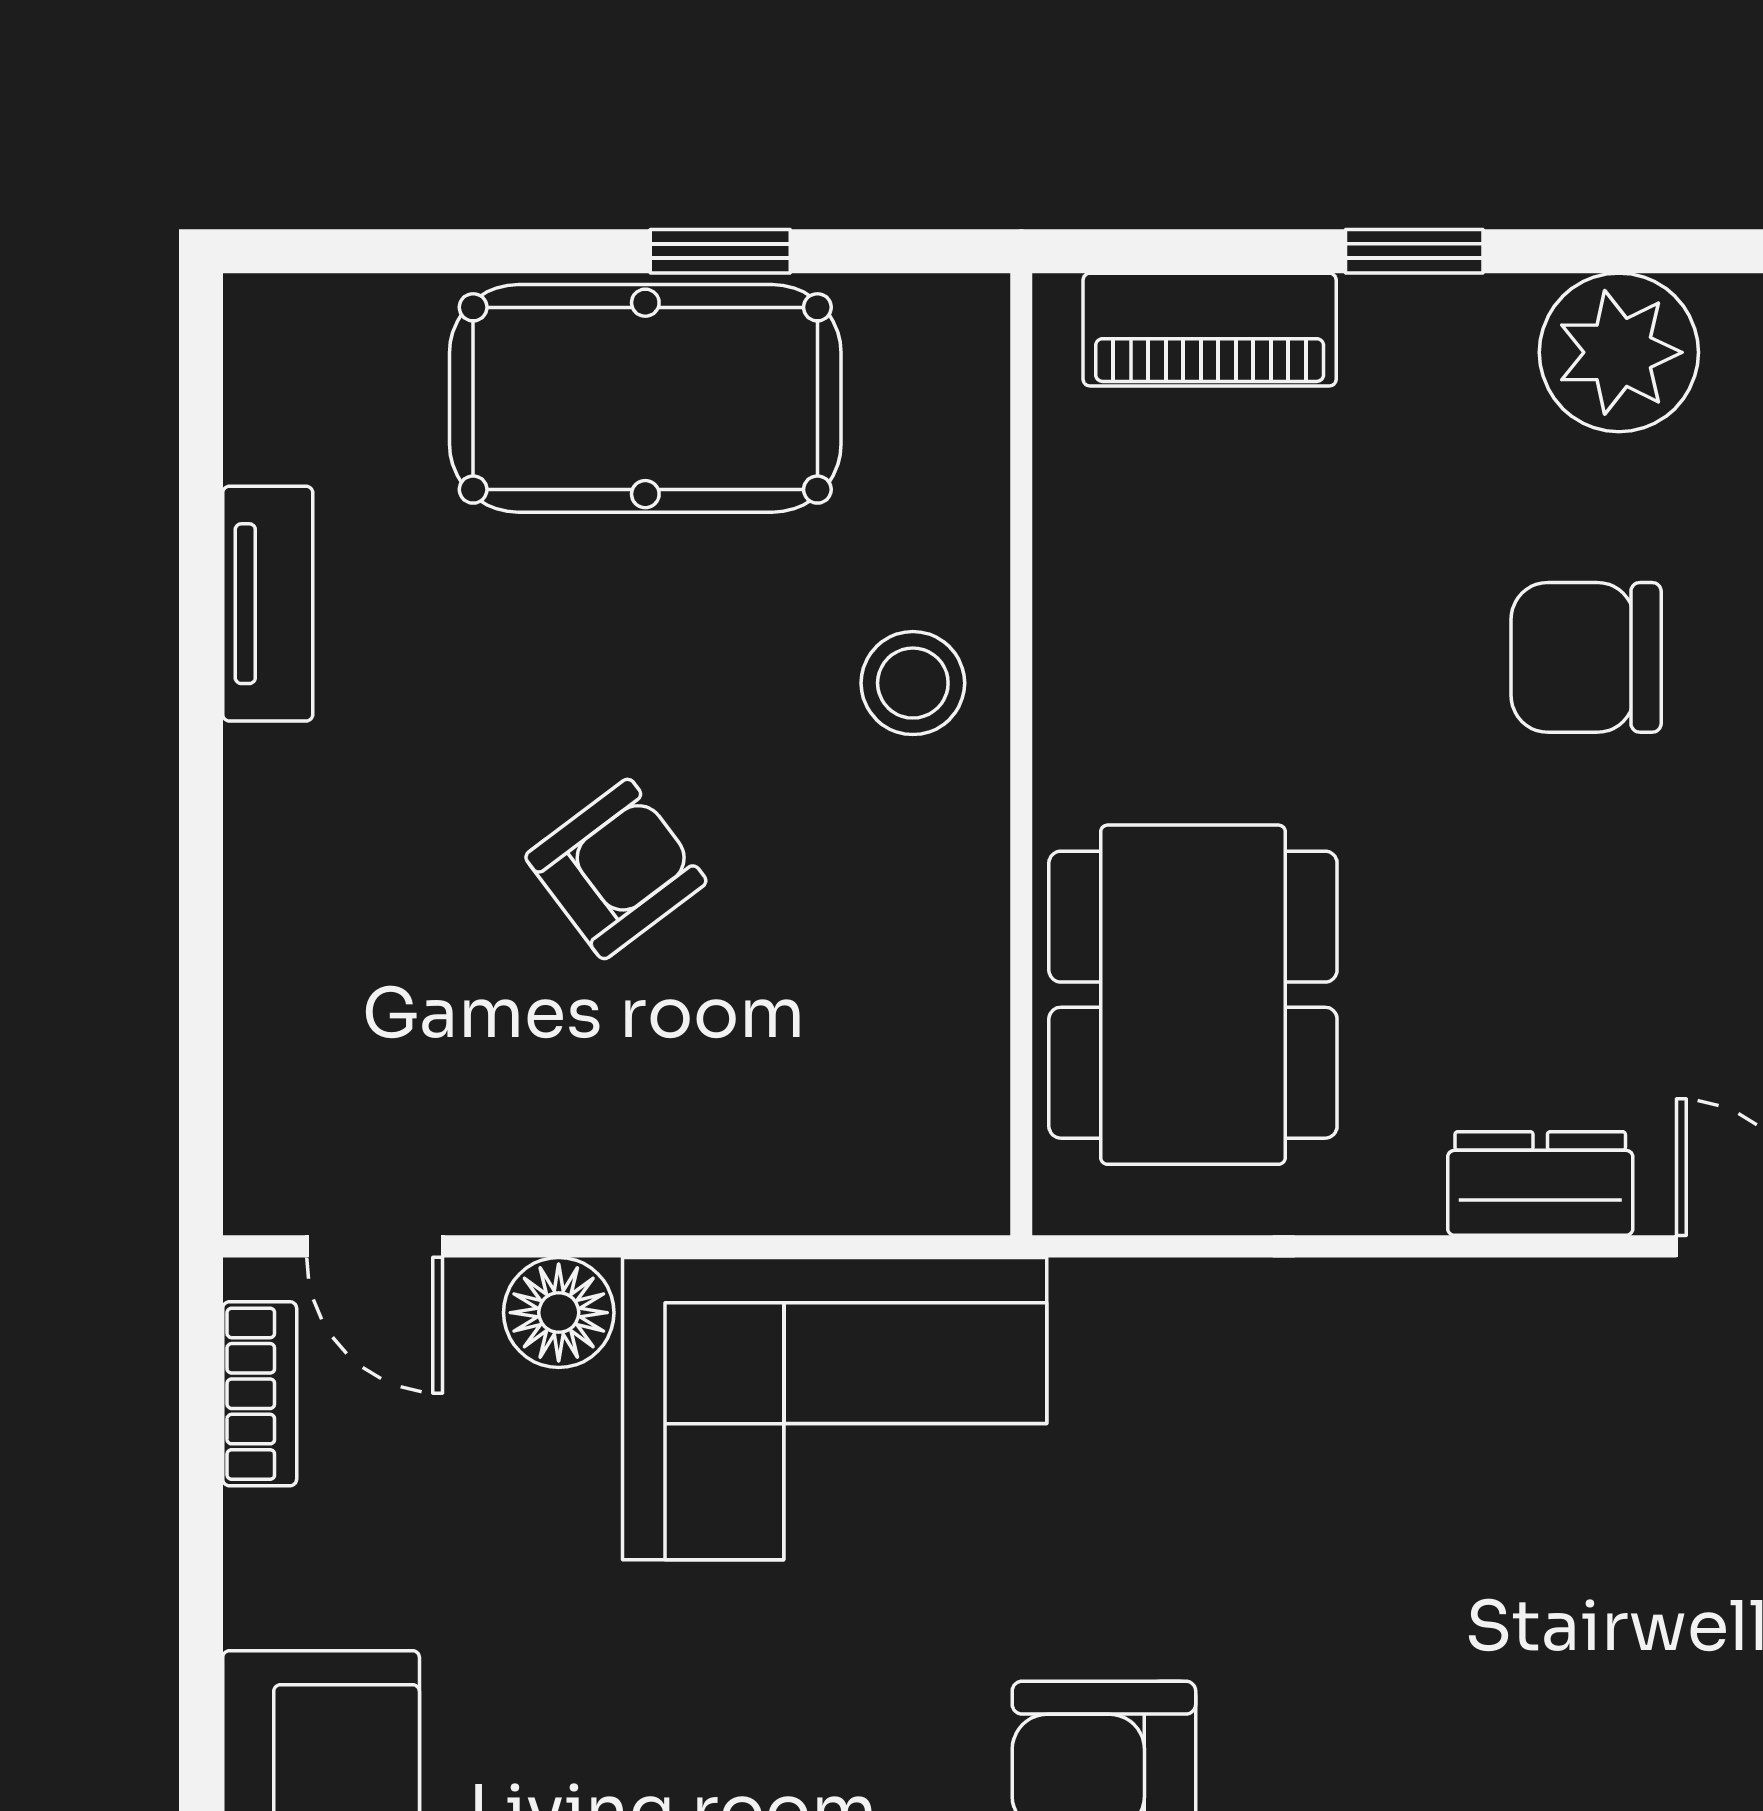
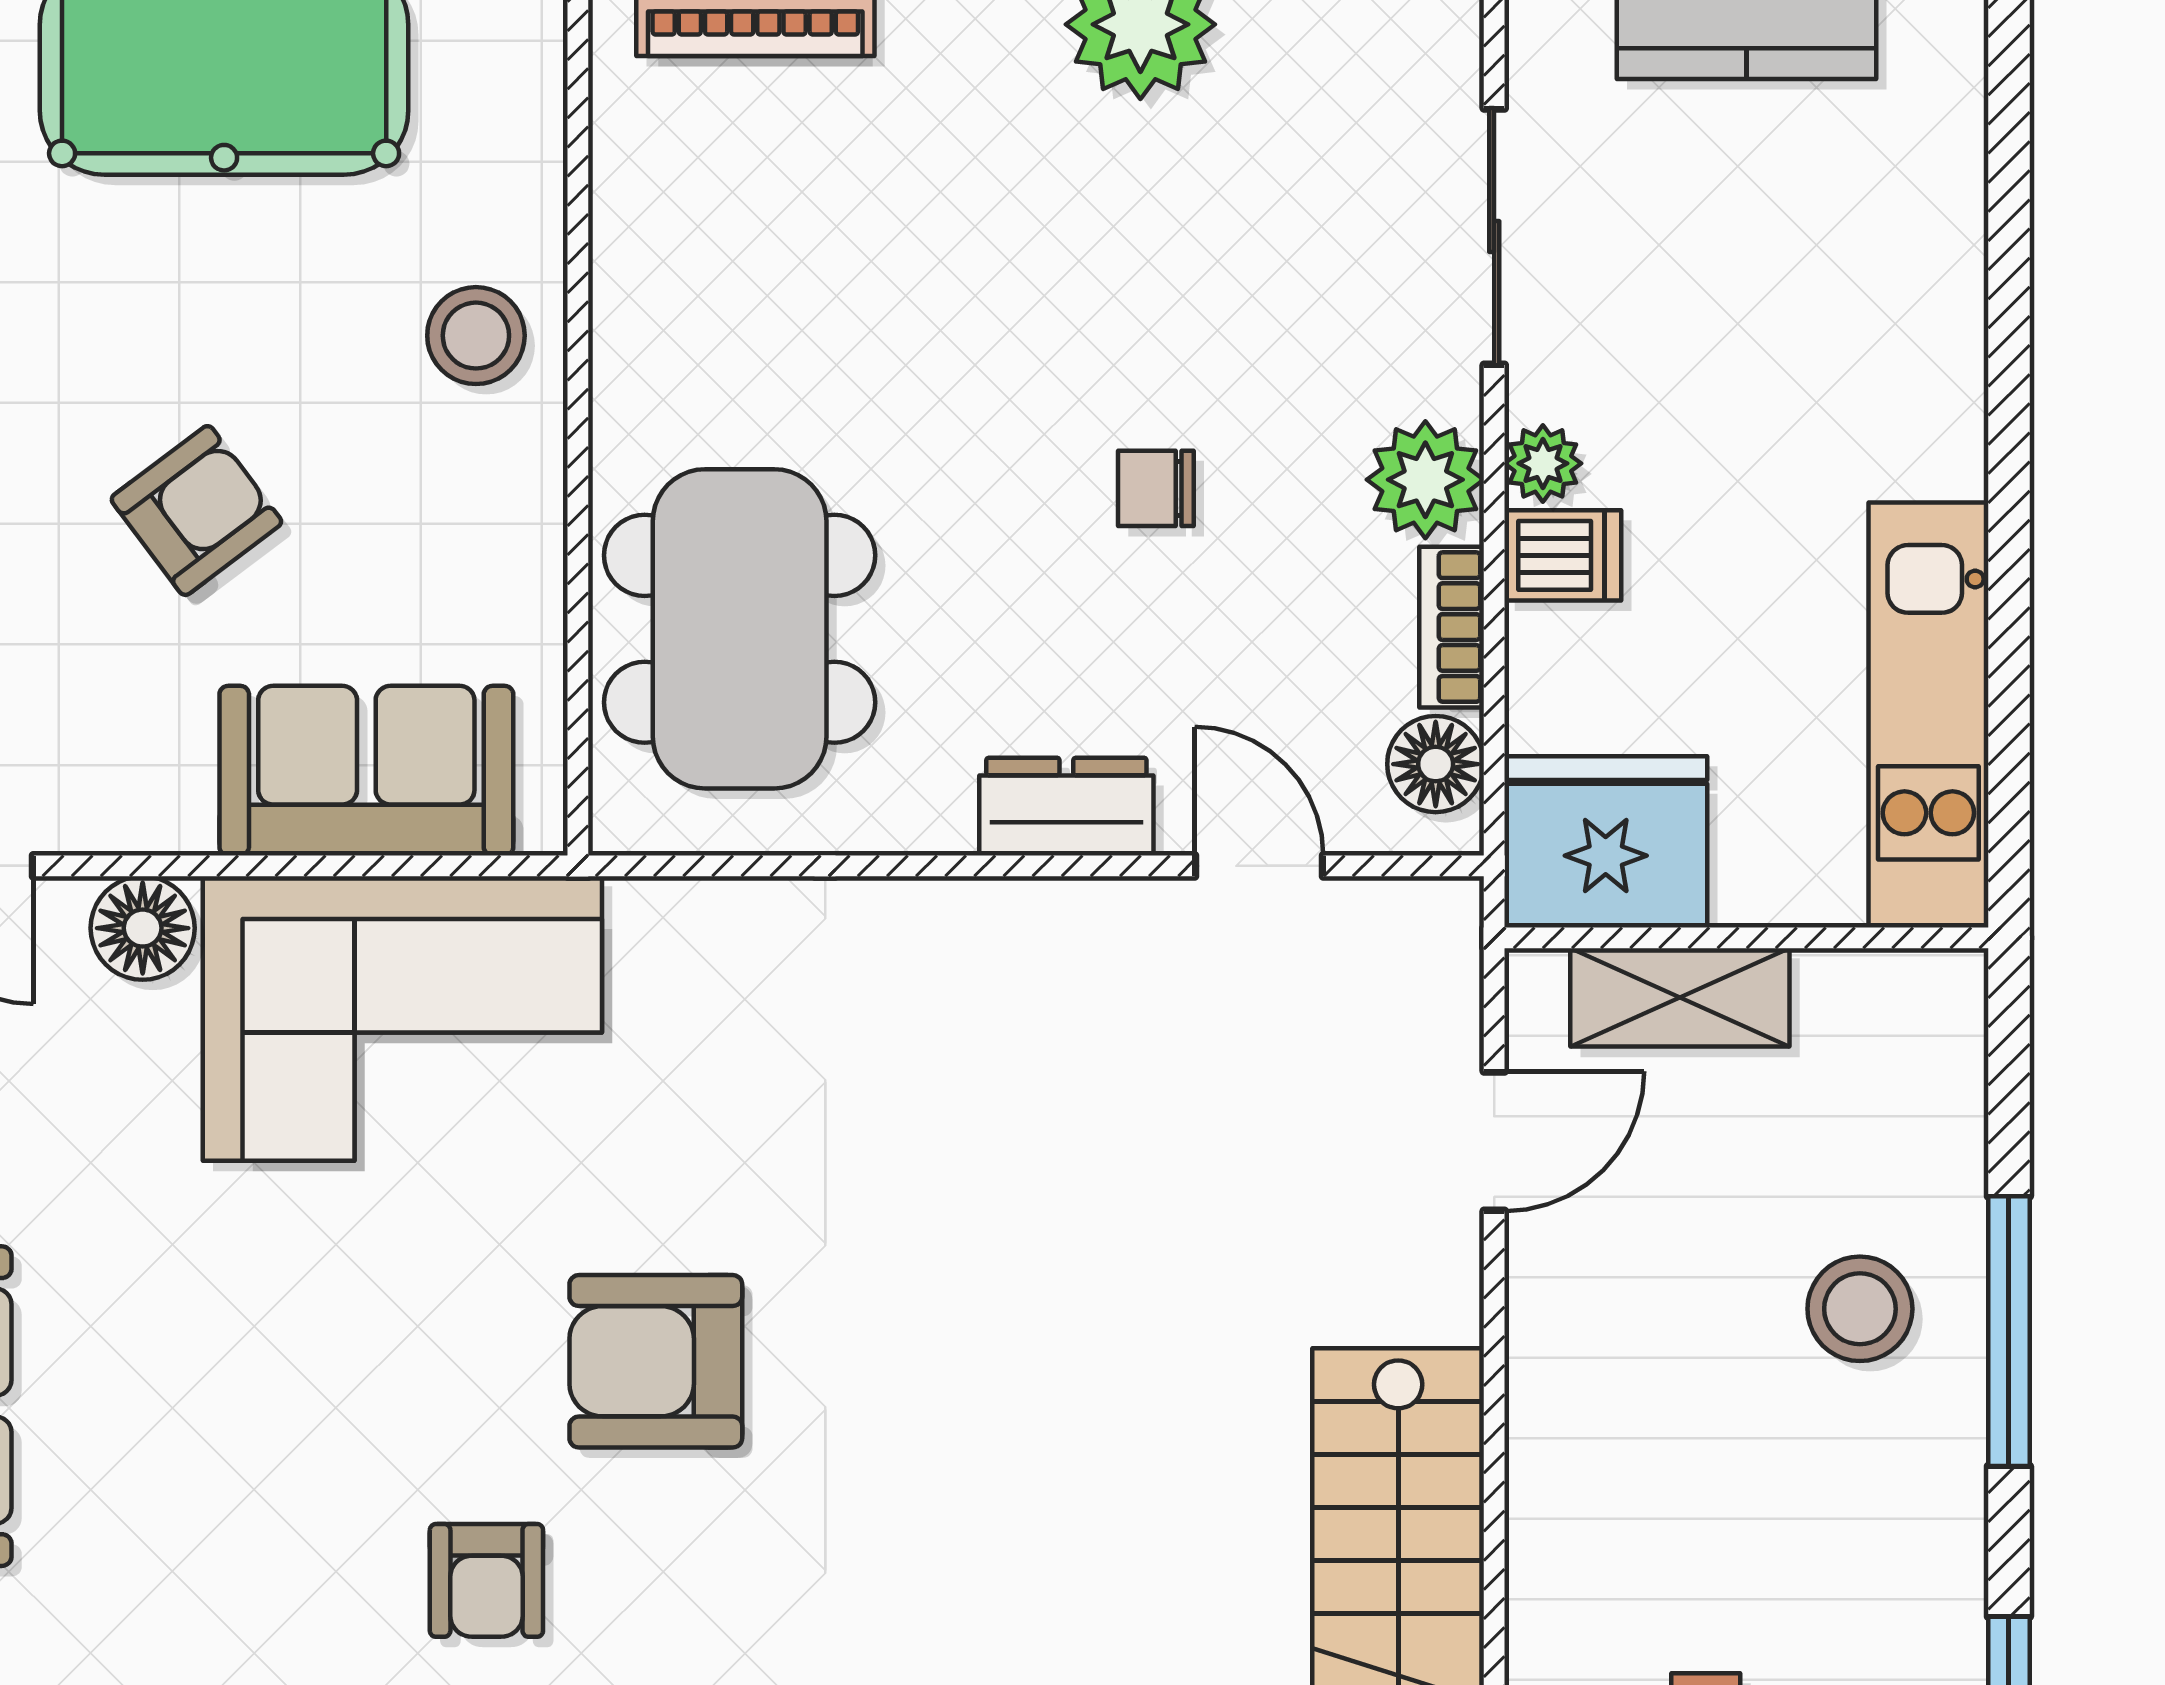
chair: (1586, 657) -> (1156, 488), moved, width x0.54, depth x0.54
sofa: (796, 1145) -> (366, 771), added

